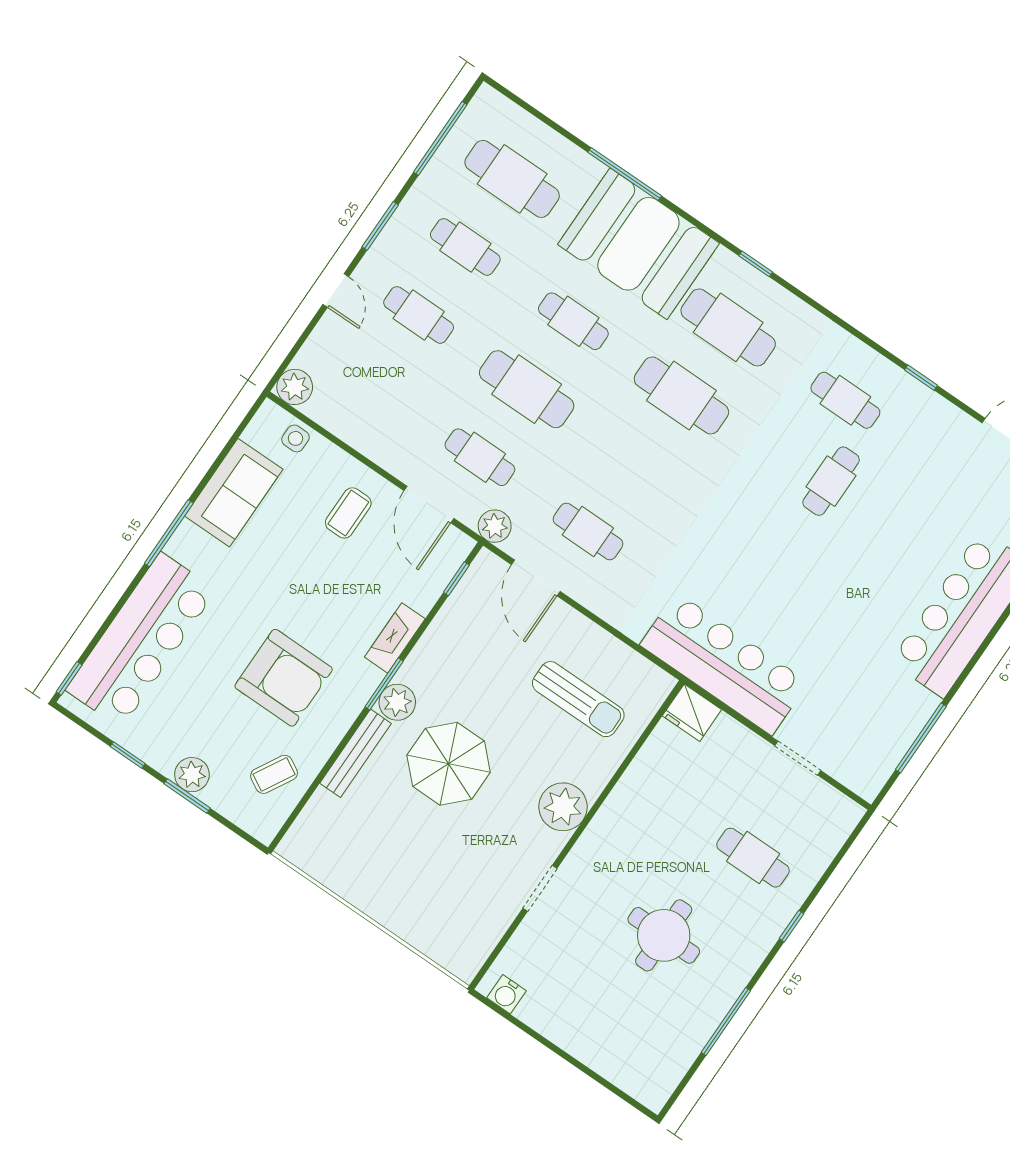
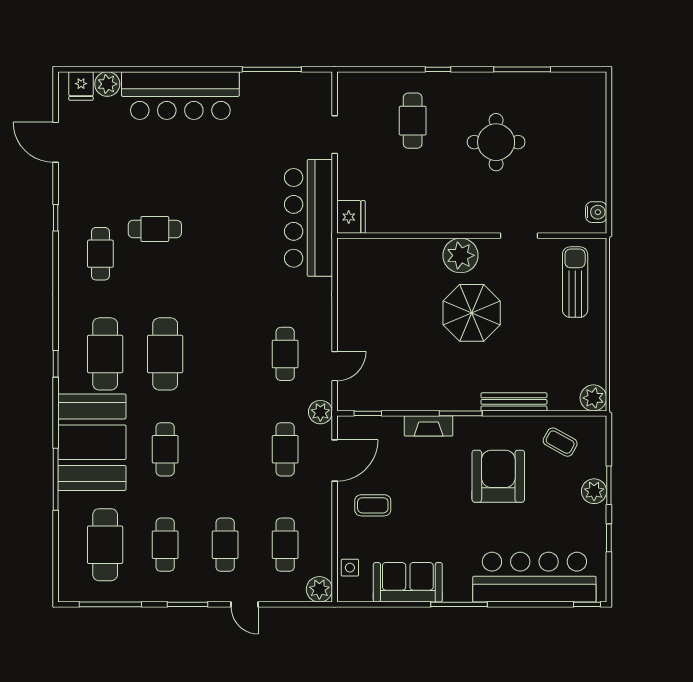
door: (336, 290) -> (245, 604), swing flipped
cafe table: (527, 389) -> (285, 545), moved, width x0.73, depth x0.74
door: (536, 578) -> (335, 366), width x0.73
sun lounger: (578, 699) -> (575, 282), moved
plant: (397, 702) -> (593, 398), moved
parasol: (449, 764) -> (472, 313), moved

